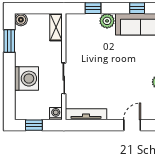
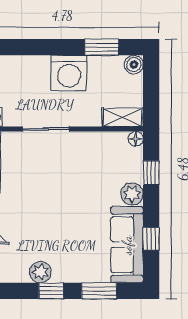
floor lamp: (70, 18) -> (136, 139), added
washing machine: (27, 79) -> (69, 73), moved

